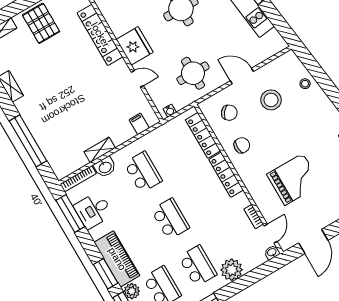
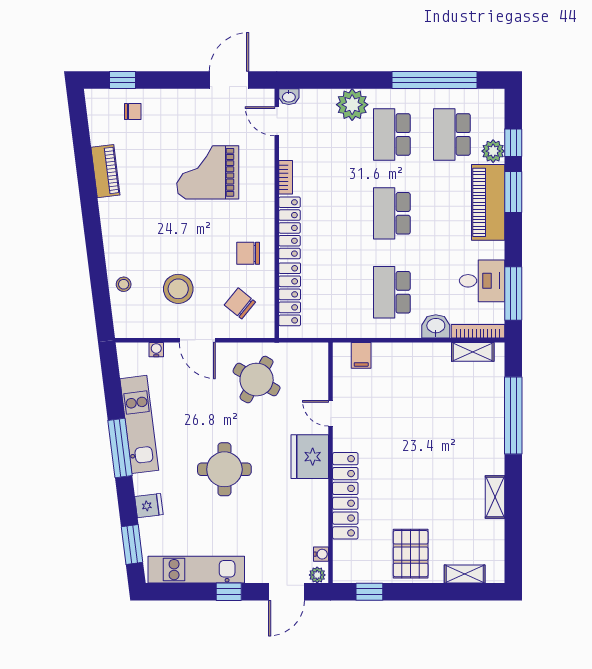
round table: (193, 73) -> (257, 380), turned 30
water cooler: (170, 111) -> (156, 350), moved
shelving: (100, 150) -> (473, 352), moved
bookcase: (254, 217) -> (286, 177), moved
door: (271, 234) -> (277, 121), hinge flipped

